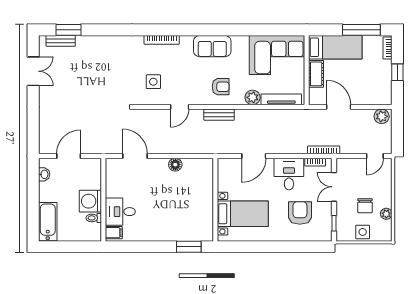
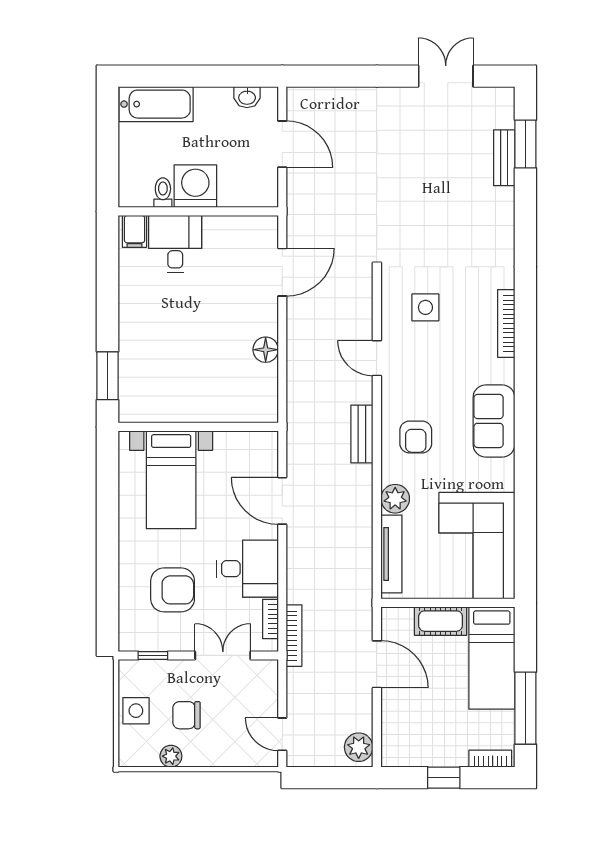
bench: (61, 41) -> (504, 158), moved
double door: (33, 71) -> (446, 76), swing flipped
door: (339, 107) -> (377, 664), hinge flipped

